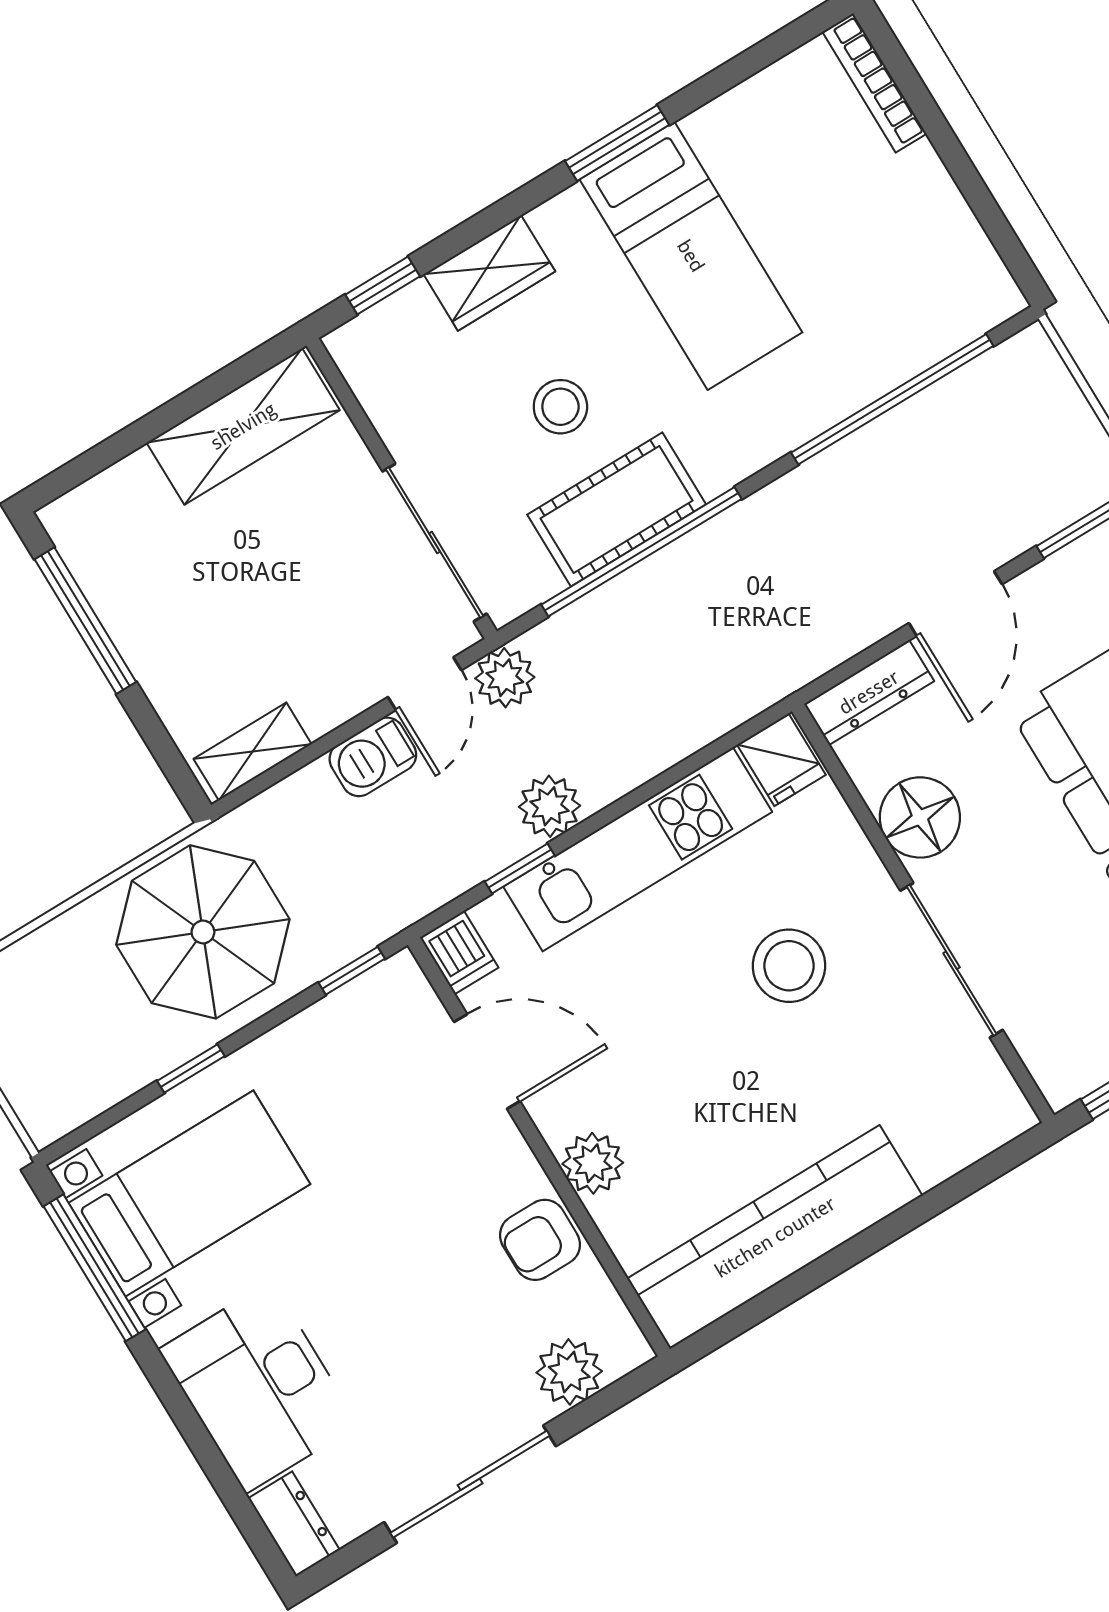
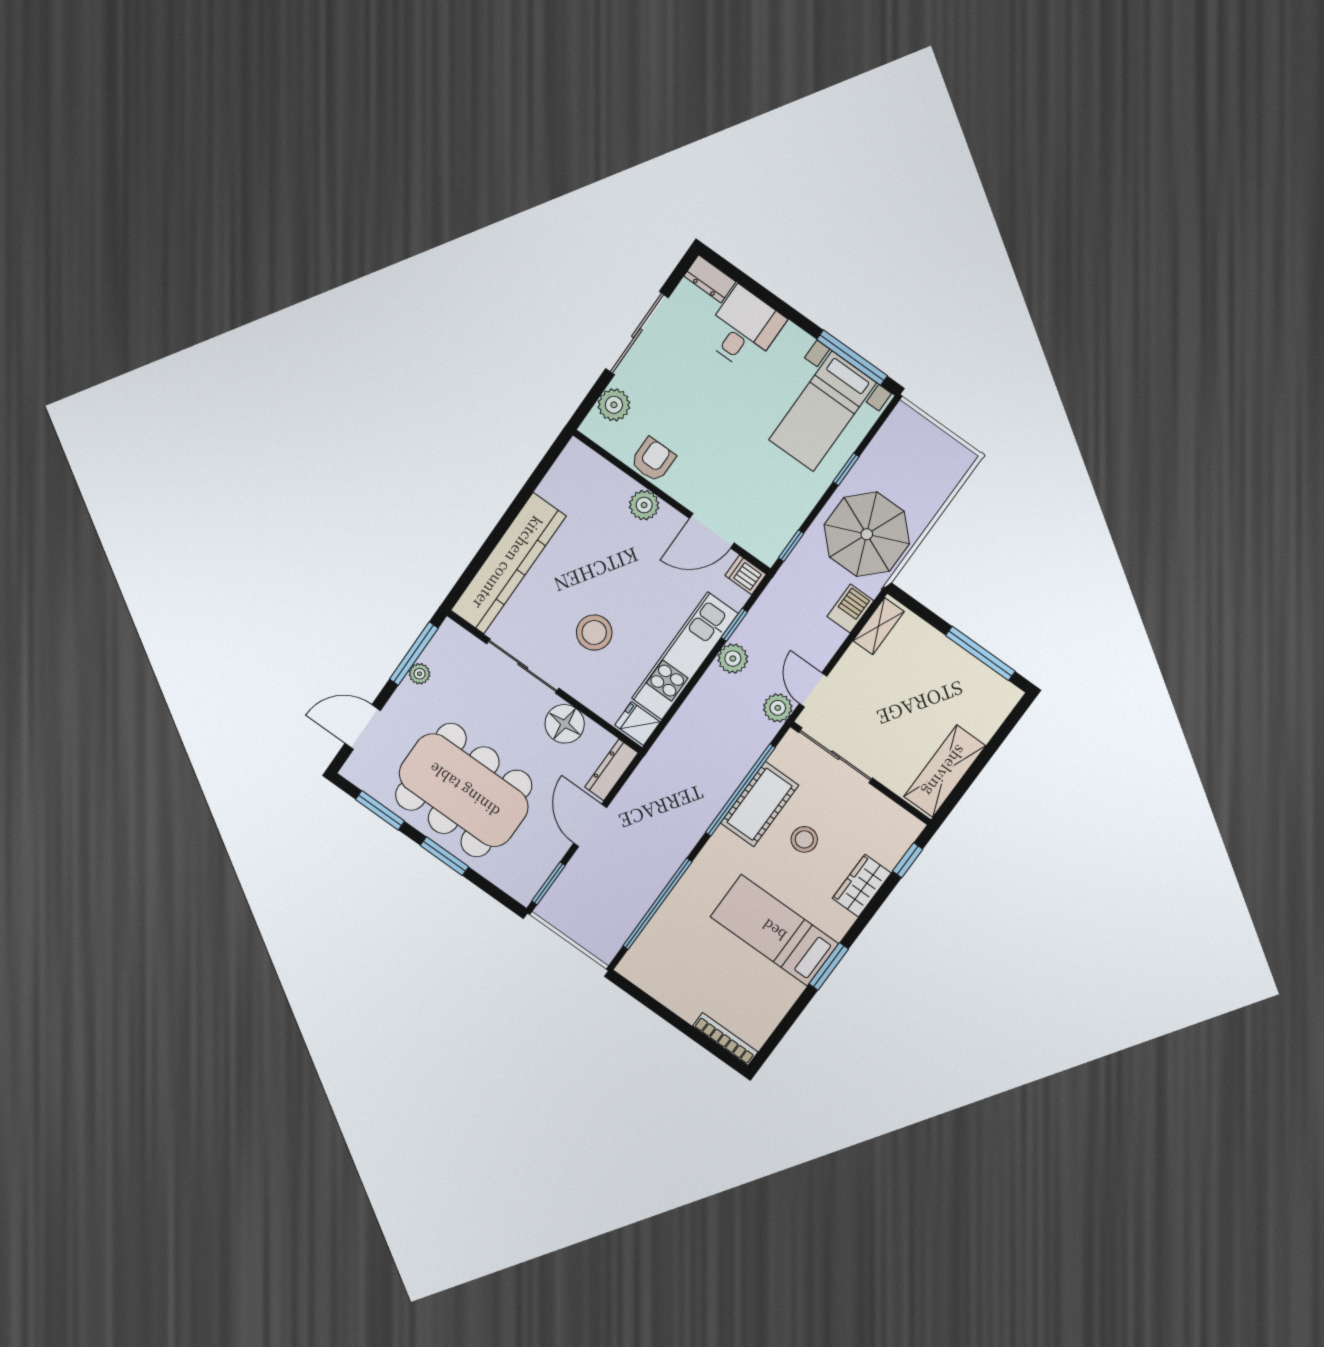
barbecue: (373, 757) -> (850, 609), moved
kitchen counter: (775, 1237) -> (508, 563), moved
desk: (259, 1387) -> (744, 329), width x0.73

